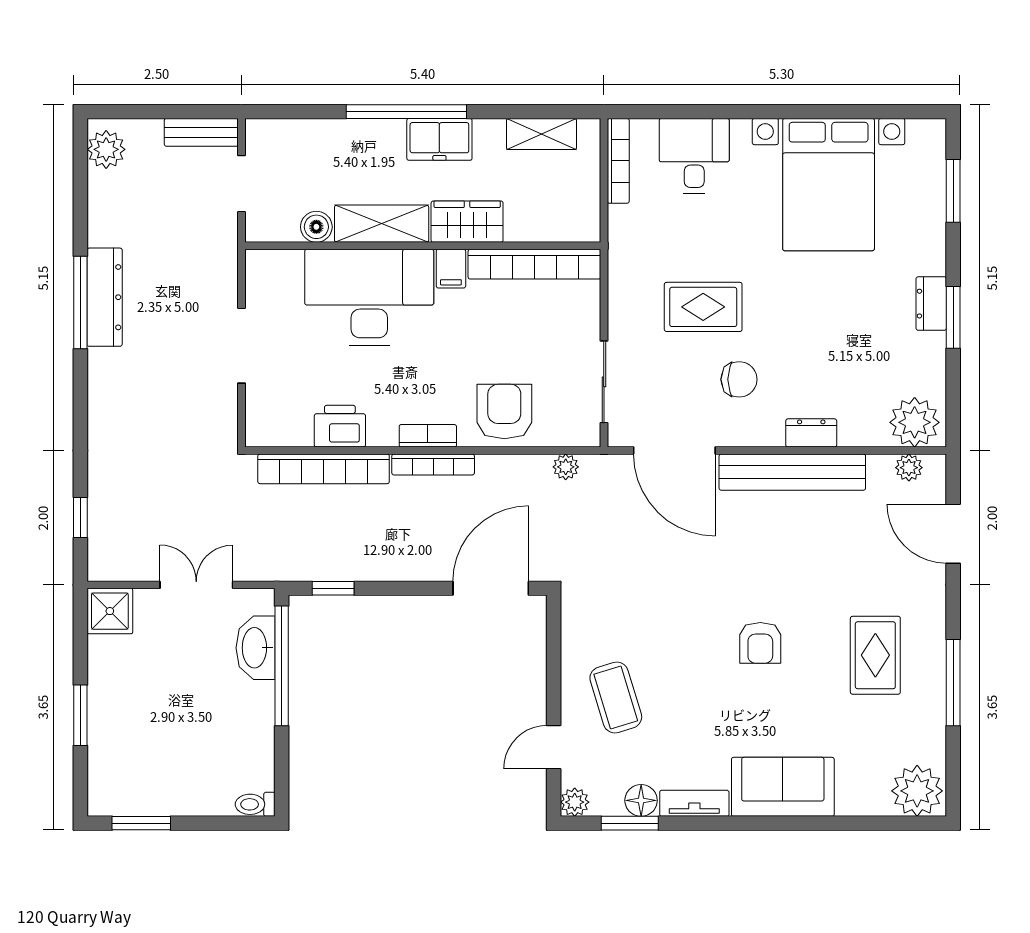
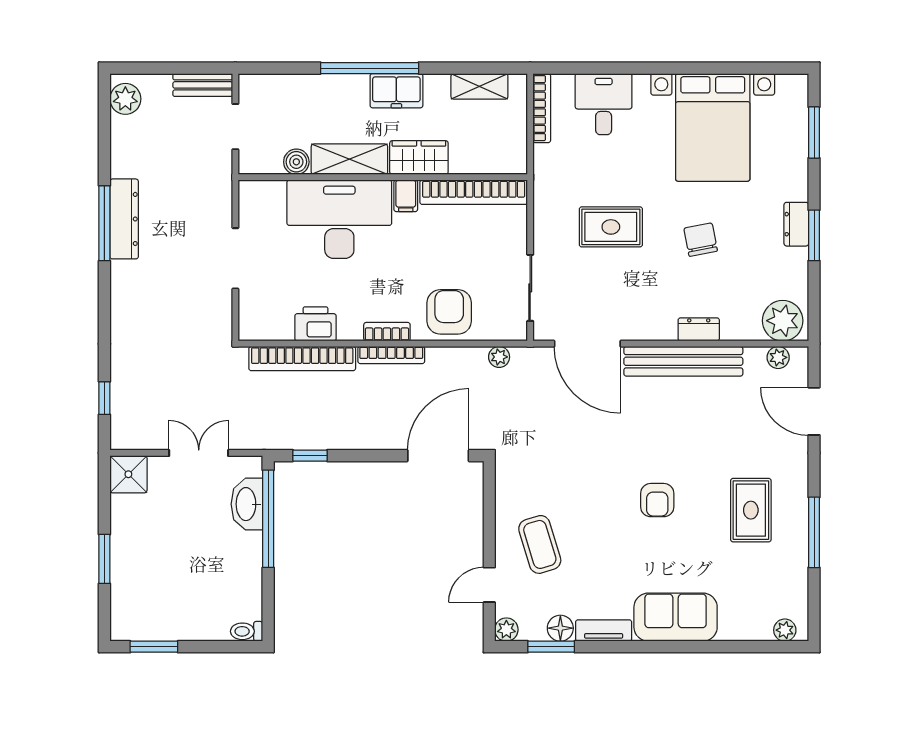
chair: (739, 379) -> (701, 240), moved, turned -101
plant: (917, 791) -> (785, 630), width x0.53, depth x0.53

